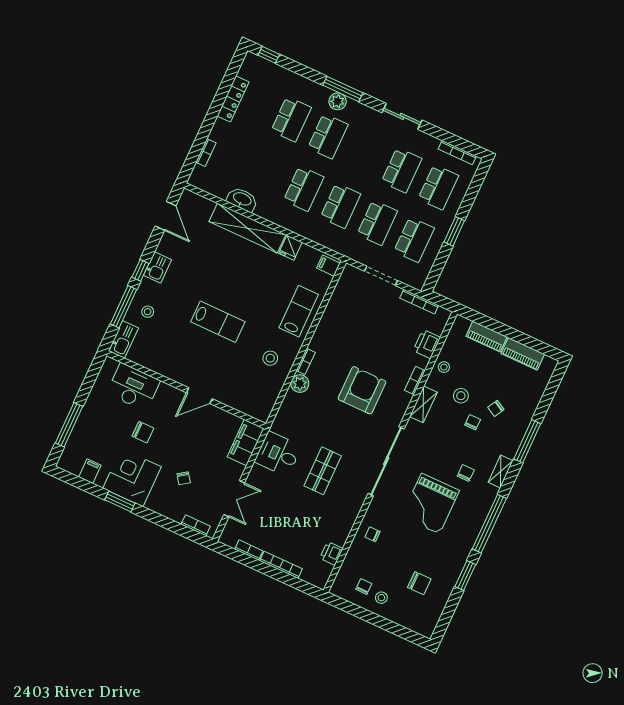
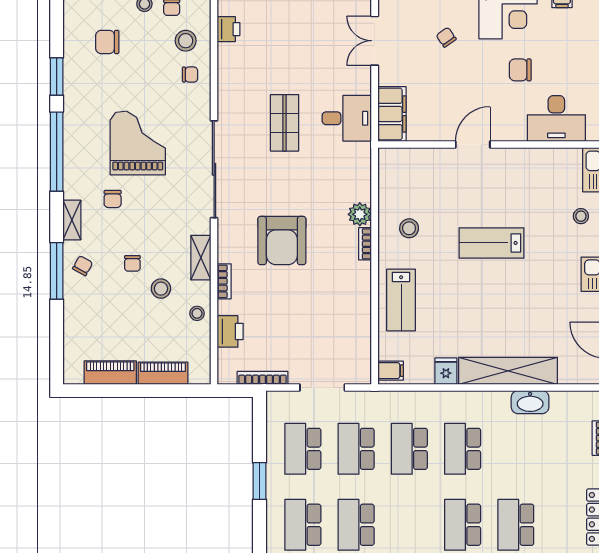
chair: (496, 408) -> (83, 266), moved
stool: (365, 559) -> (186, 41), added

